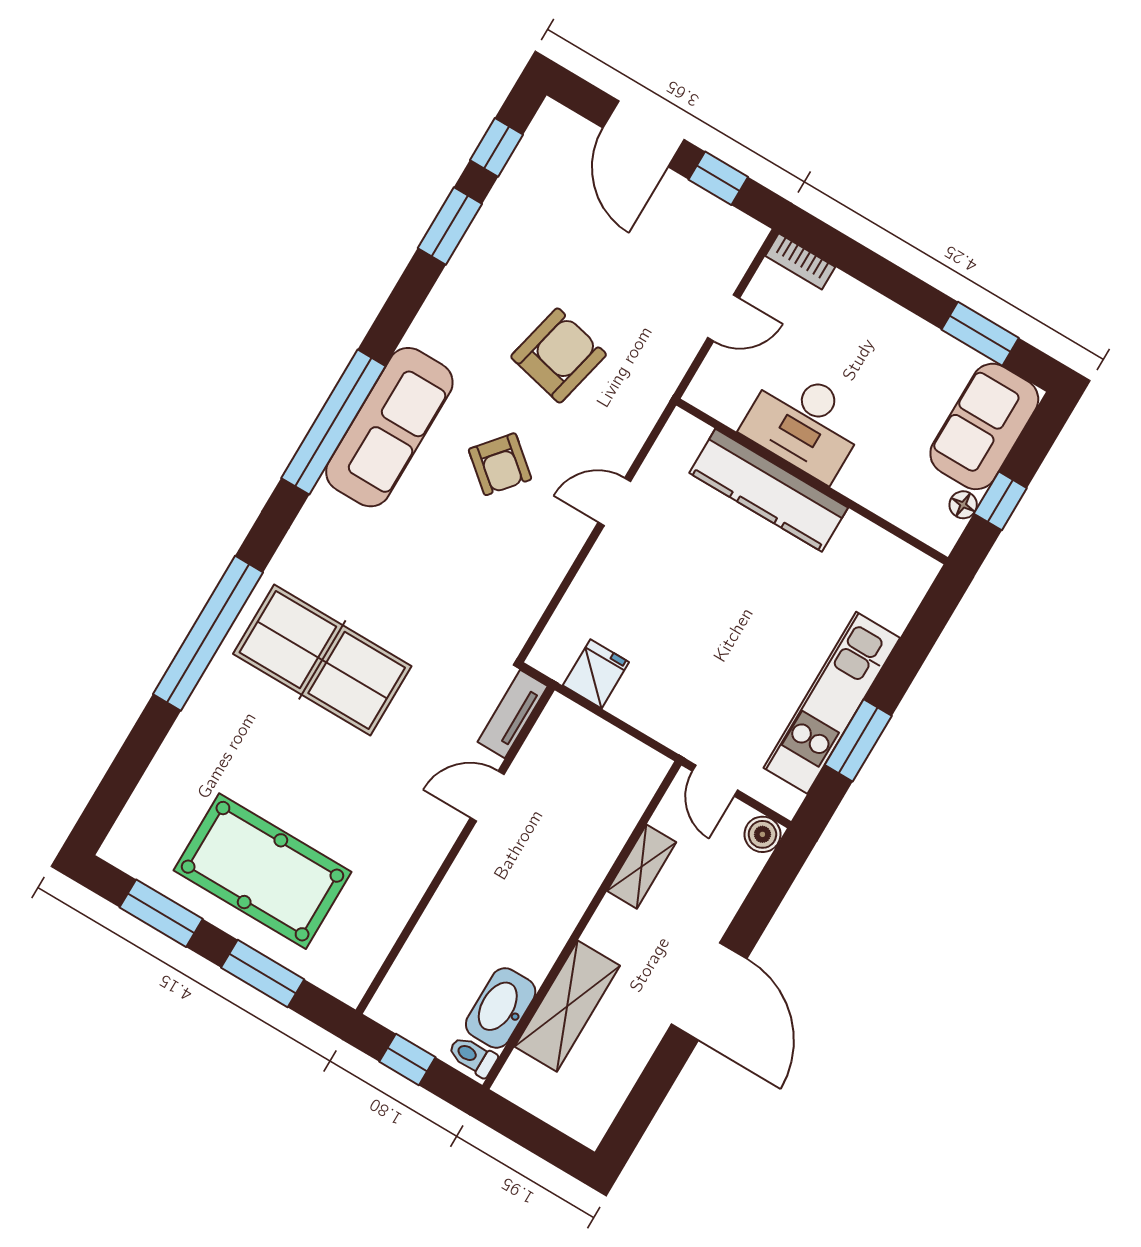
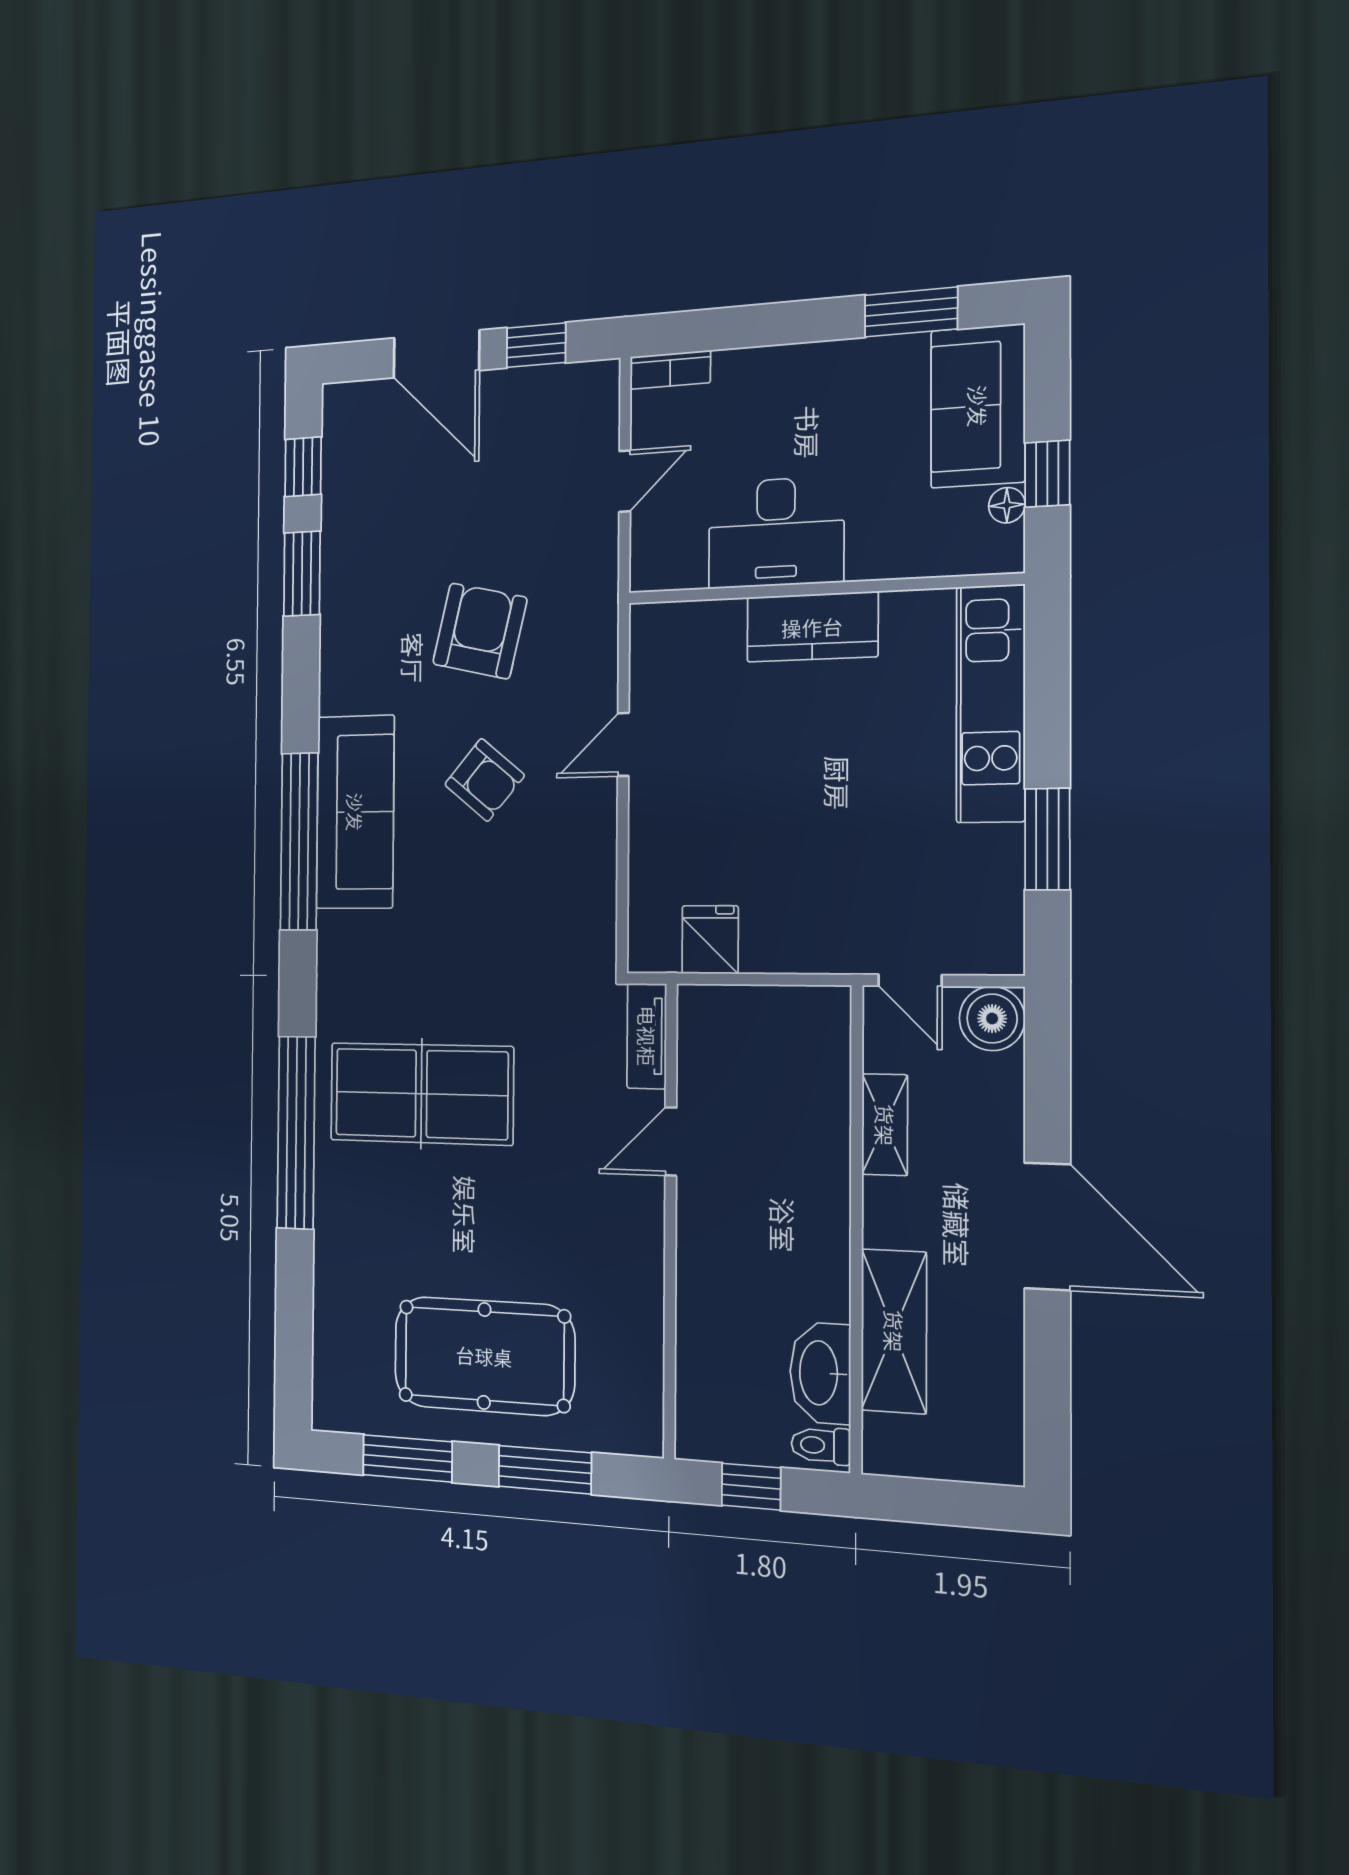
kitchen counter: (769, 490) -> (812, 627), width x0.67
kitchen unit: (832, 703) -> (991, 704), moved
boiler: (762, 834) -> (992, 1019), width x1.36, depth x1.36

